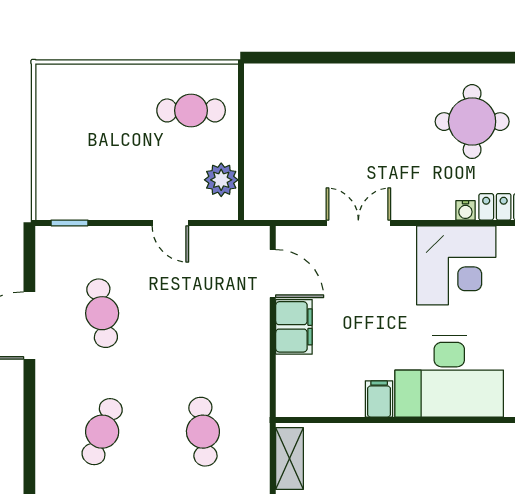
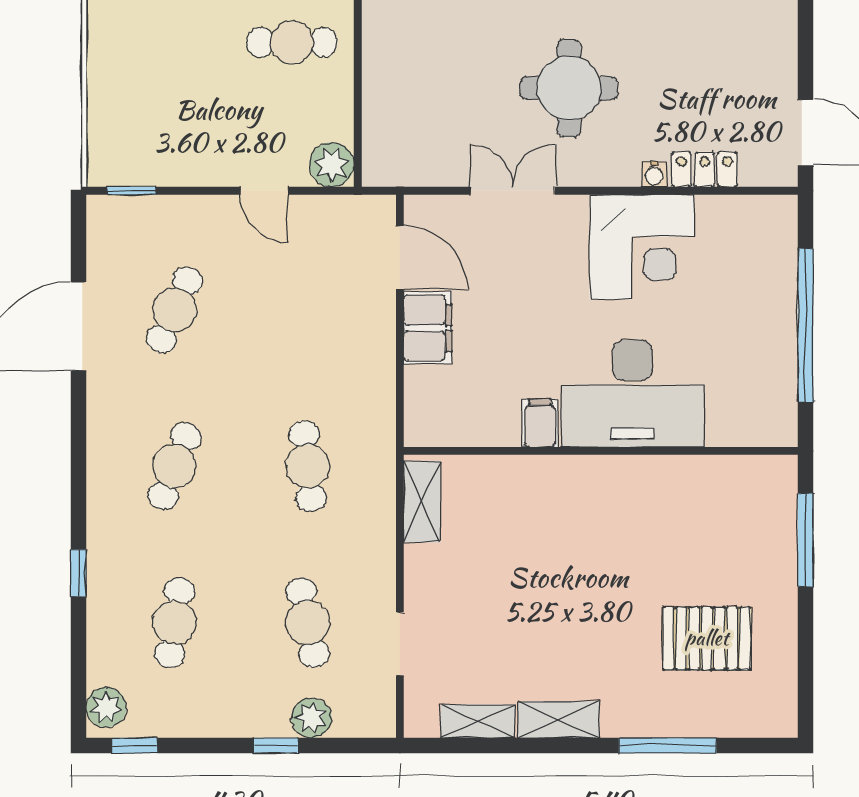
round table: (472, 122) -> (569, 88), moved
plant: (221, 180) -> (332, 165), moved
cafe table: (102, 313) -> (175, 310), turned 33

